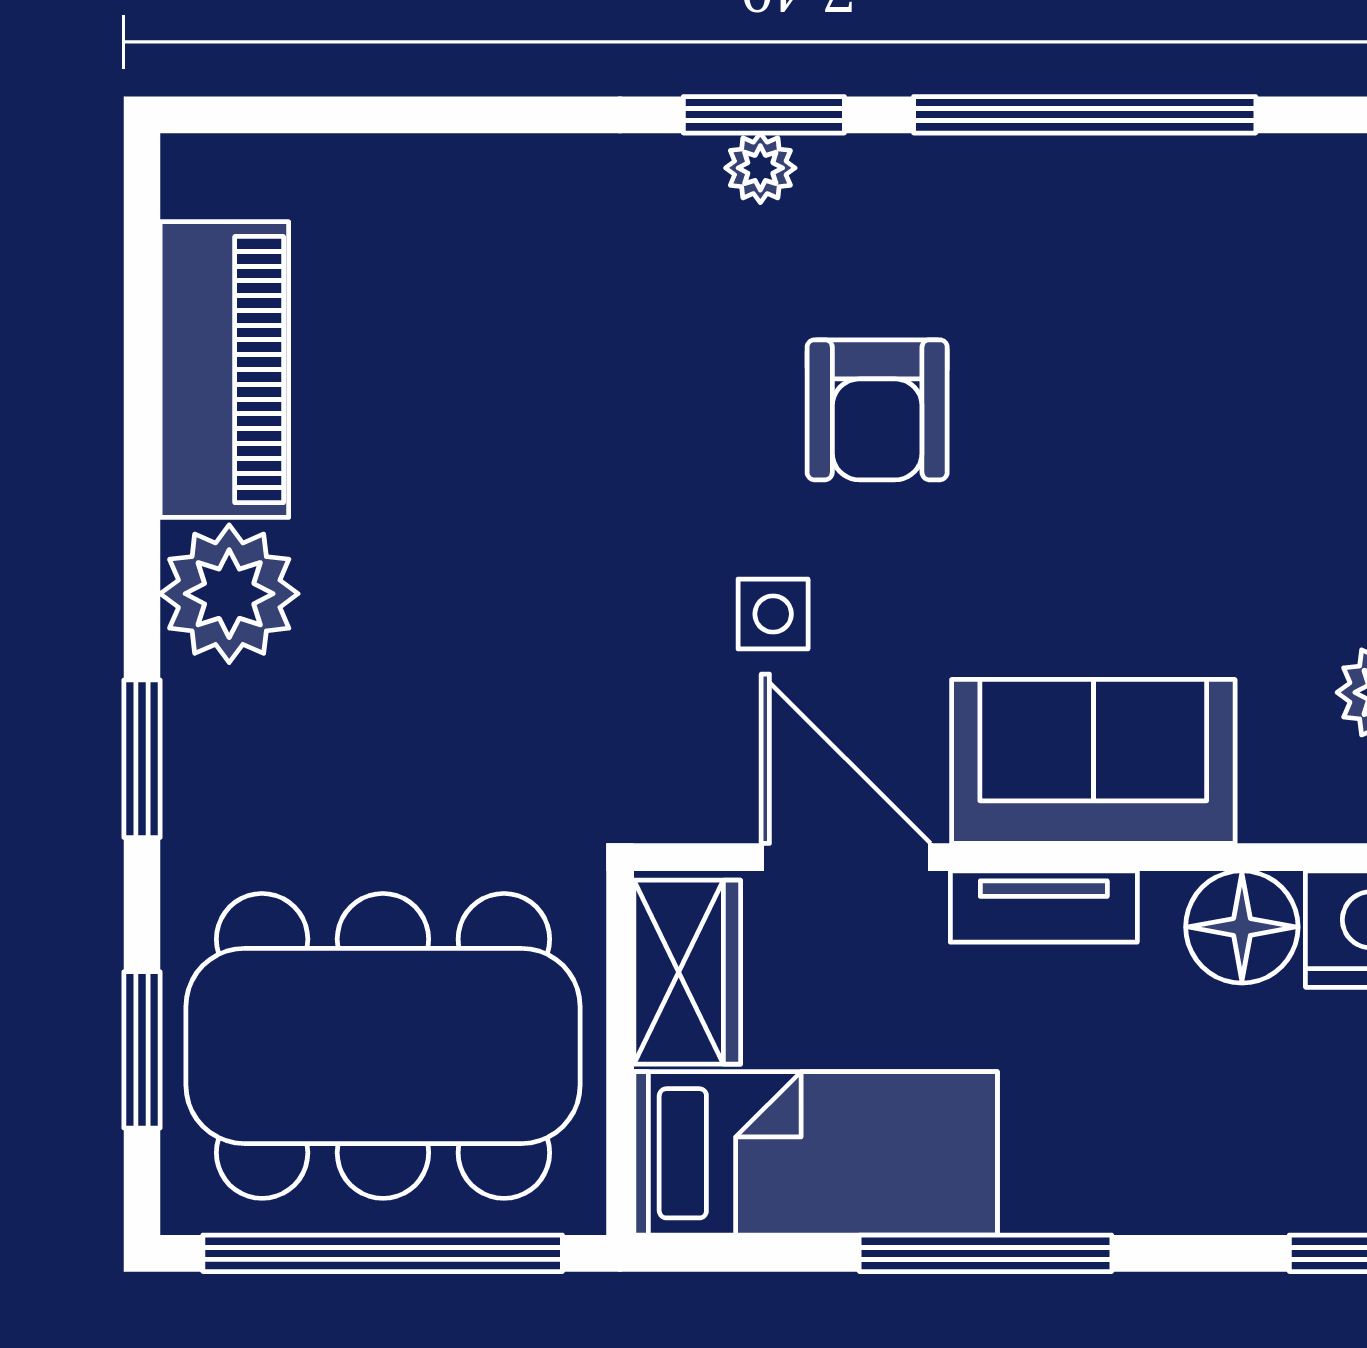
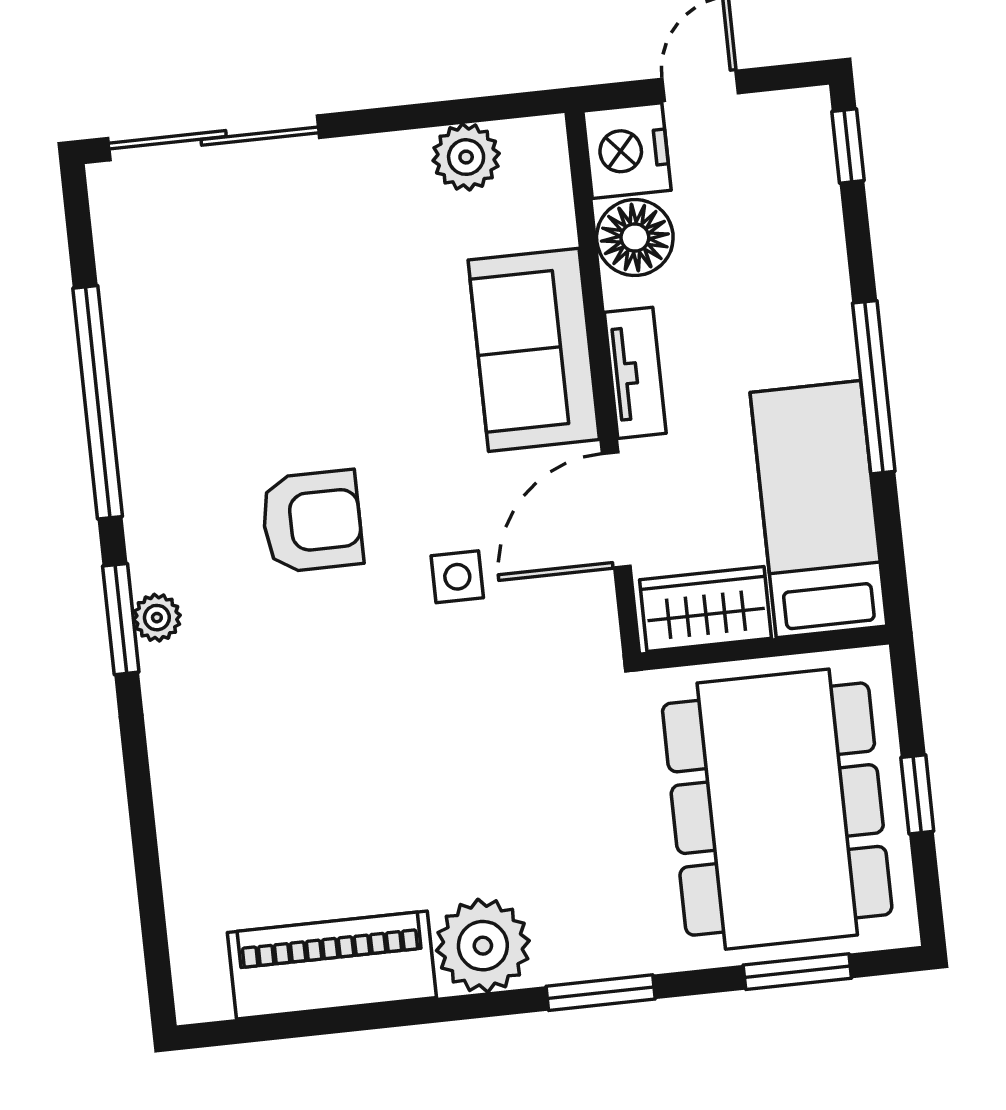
window: (383, 1253) -> (917, 794), width x0.32

